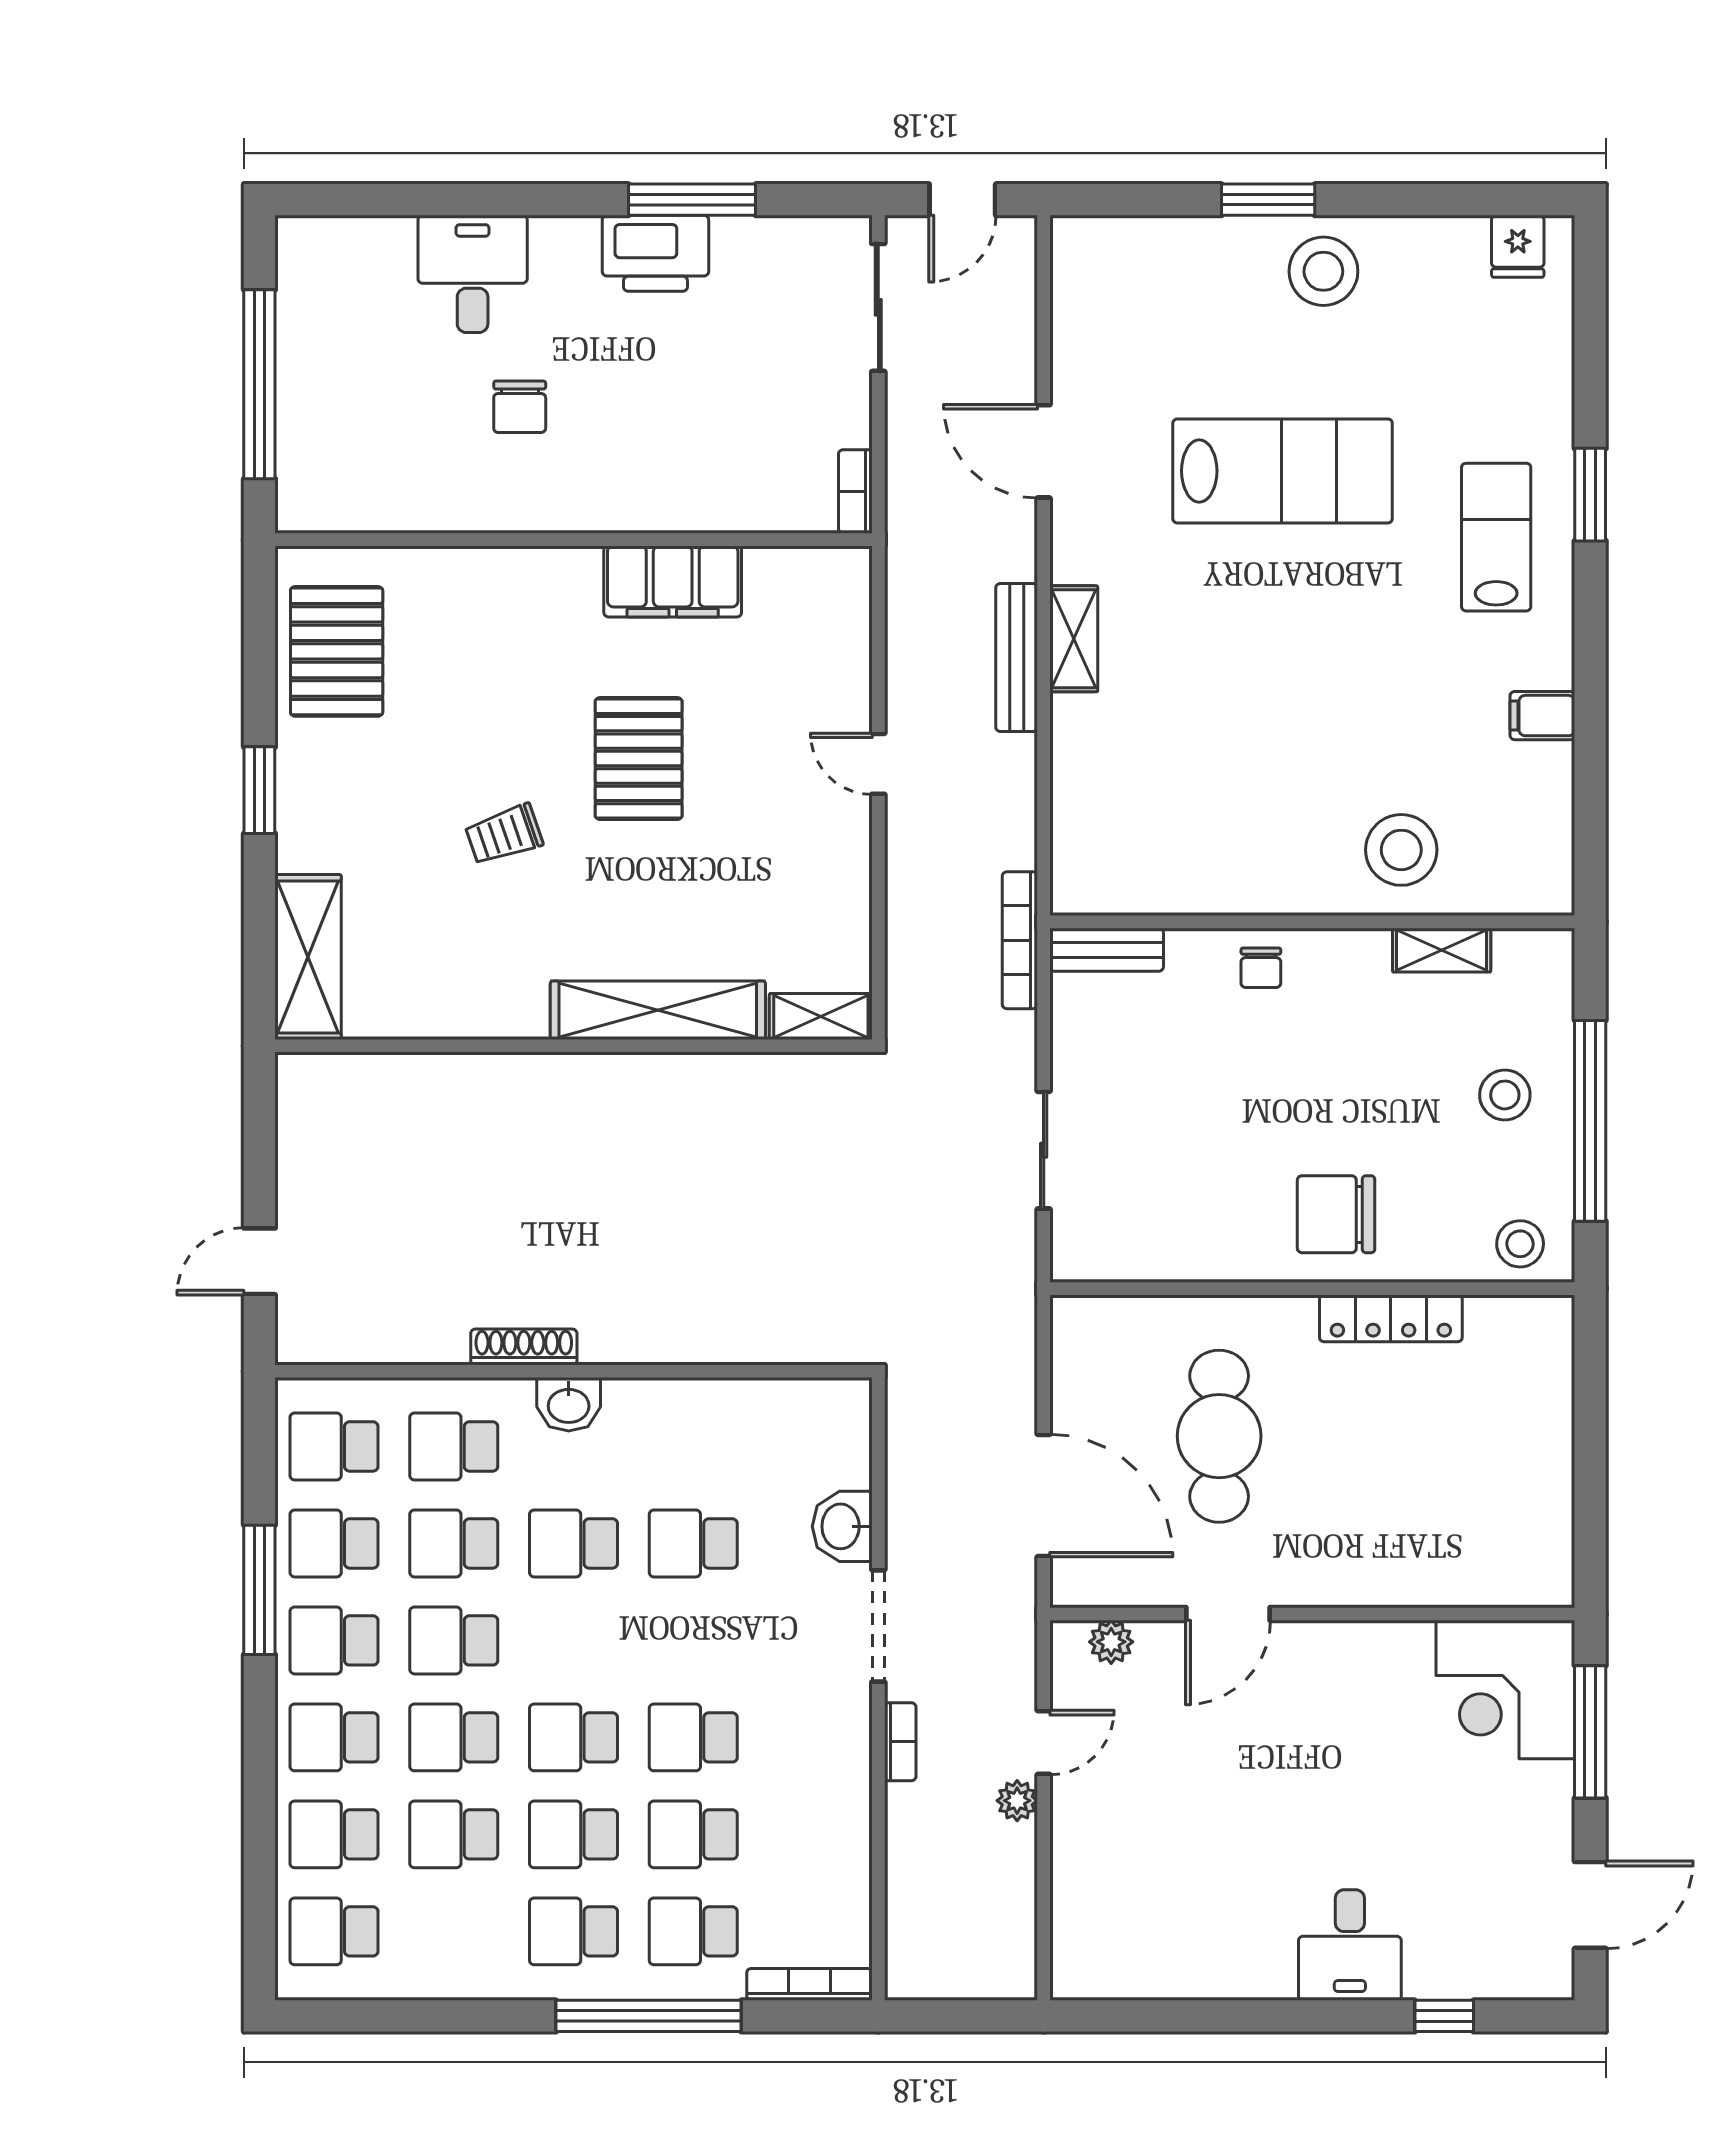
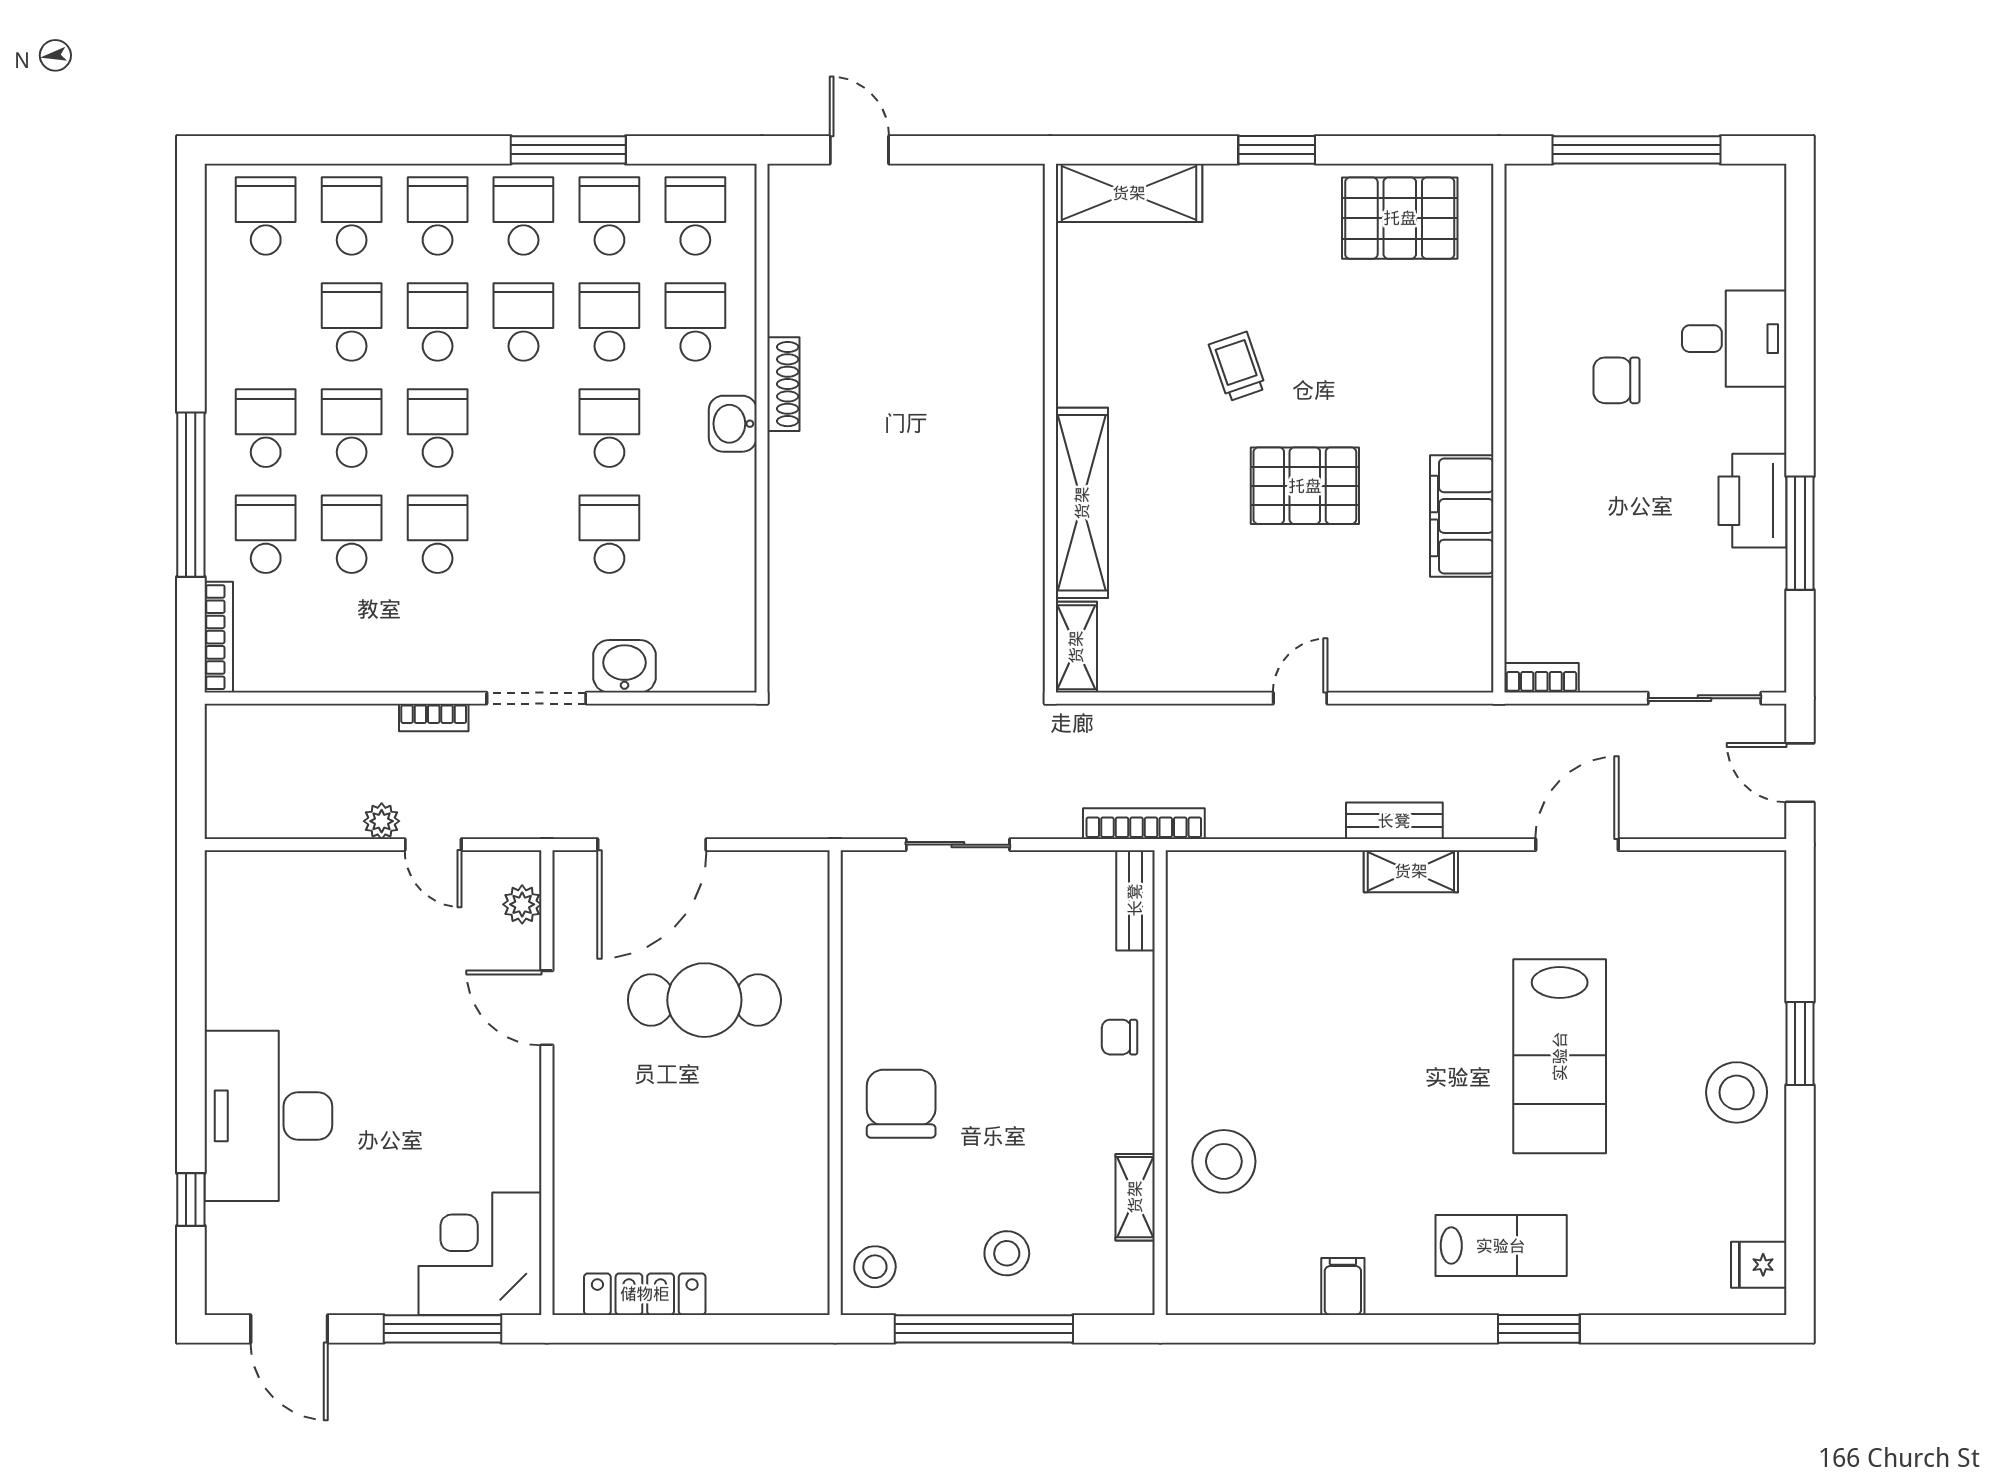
bench: (1017, 657) -> (1394, 821), width x0.73
locker: (1391, 1318) -> (645, 1294), moved, turned 90
desk: (1350, 1945) -> (268, 1116), width x1.87, depth x1.30

